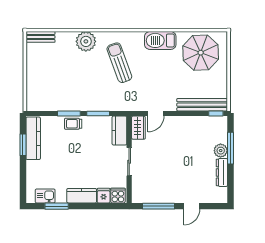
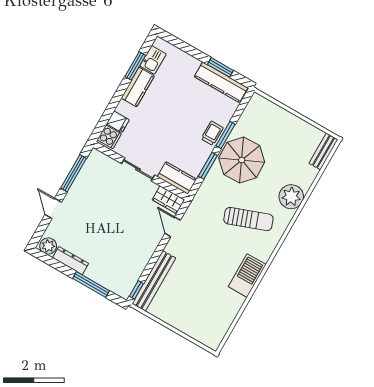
parasol: (201, 53) -> (242, 160), moved
plant: (221, 151) -> (48, 246), moved
kitchen counter: (82, 196) -> (138, 87), moved

